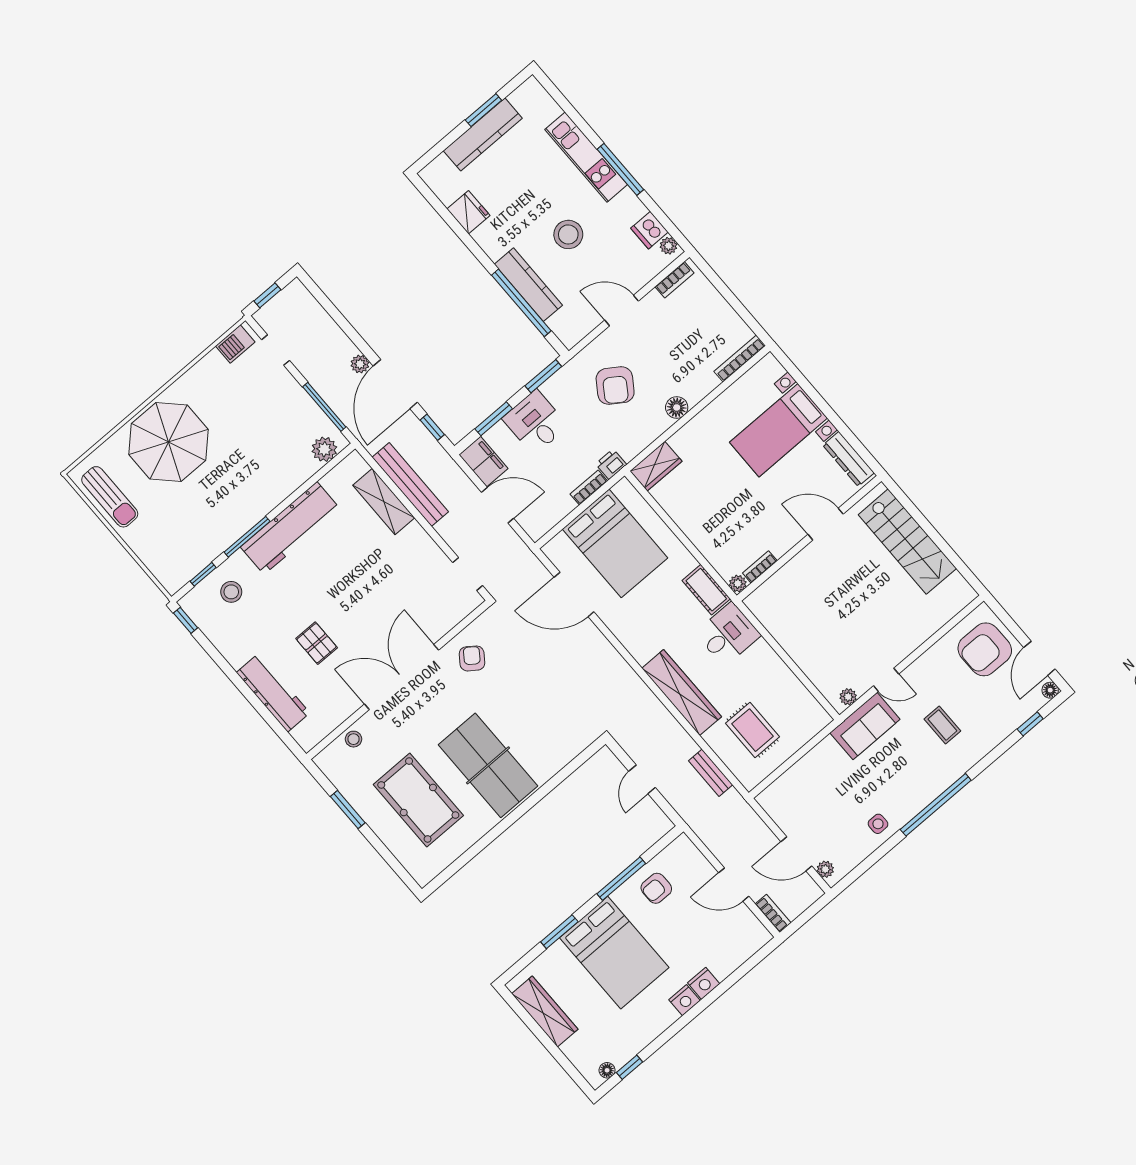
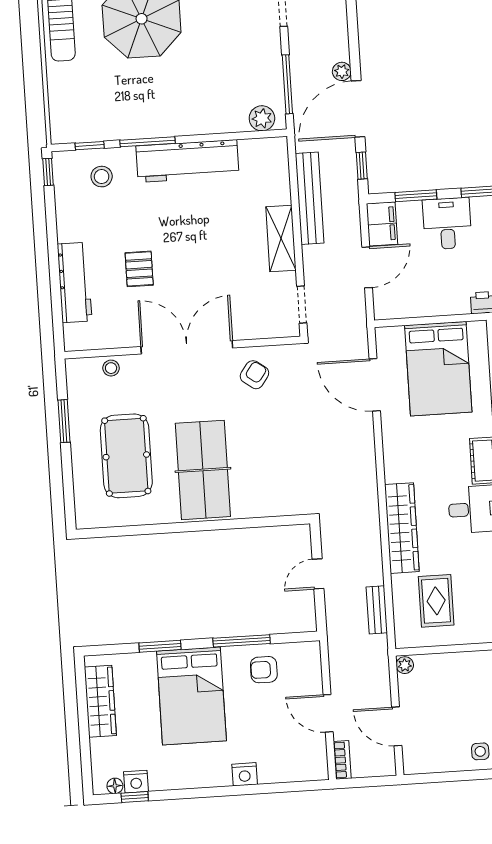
bookcase: (589, 488) -> (451, 308), removed
shelving: (384, 502) -> (281, 238), moved
door: (498, 505) -> (367, 267), hinge flipped
plant: (825, 869) -> (405, 665), moved
nightstand: (684, 1000) -> (136, 782), moved

